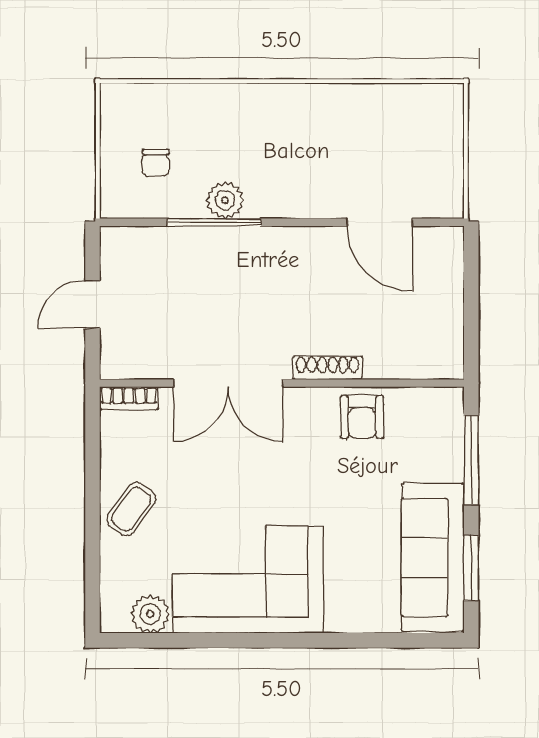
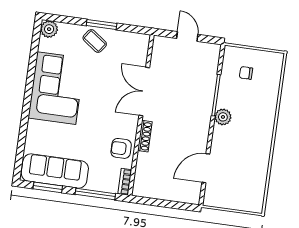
plant: (225, 200) -> (223, 117), moved
bookcase: (129, 398) -> (125, 182), moved
window: (92, 499) -> (102, 25), added
plant: (150, 614) -> (49, 29), moved

